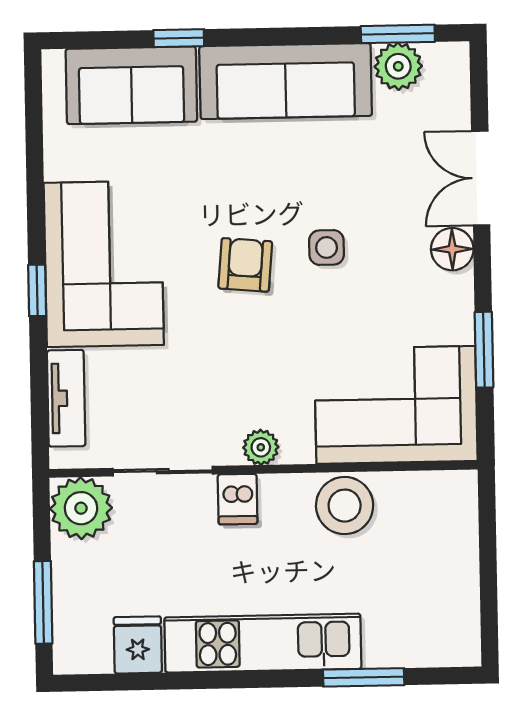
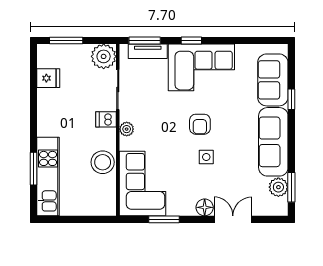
armchair: (245, 265) -> (200, 124), turned 85
window: (39, 407) -> (145, 41), added
kitchen unit: (263, 643) -> (48, 177), moved

